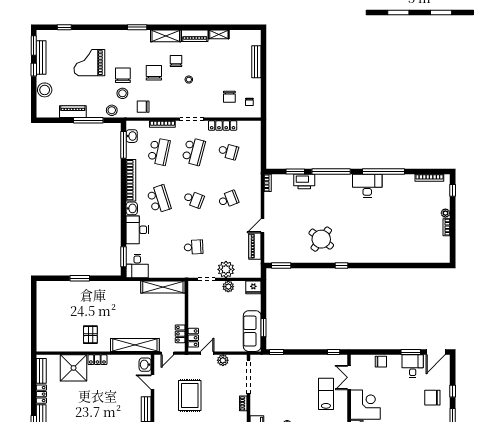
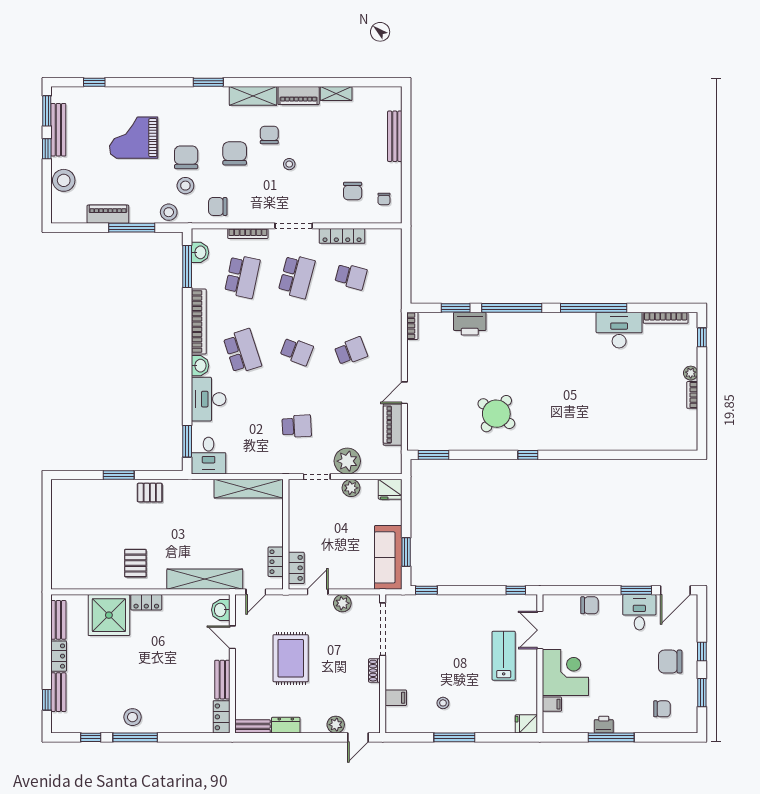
desk: (367, 186) -> (619, 330), moved
pallet: (100, 290) -> (150, 493), added

